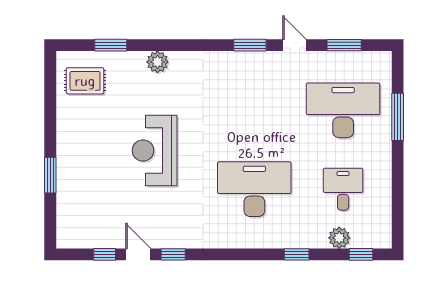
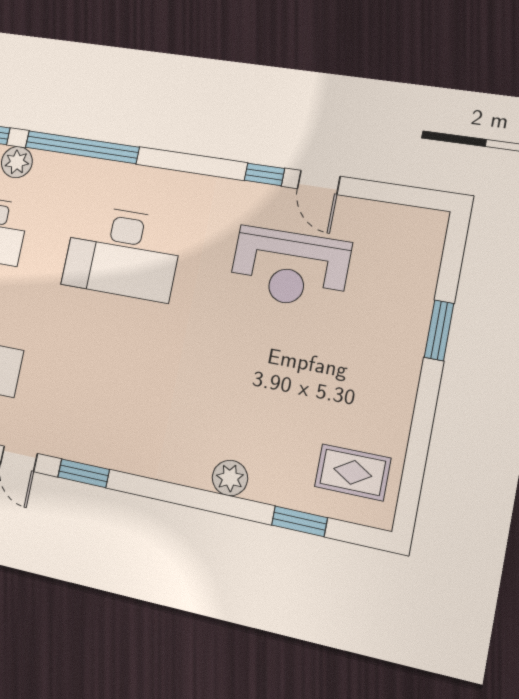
reception desk: (155, 150) -> (290, 268), moved, turned 90
window: (105, 254) -> (373, 190), removed
window: (297, 254) -> (82, 147), width x3.17

